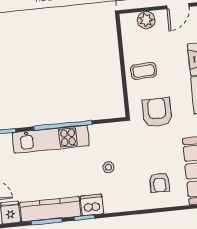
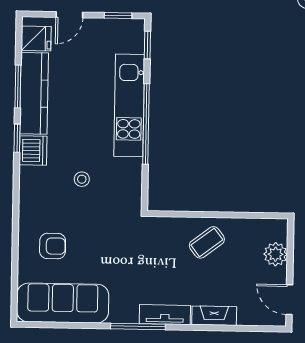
coffee table: (144, 71) -> (207, 242), turned 56
armchair: (157, 112) -> (148, 254), removed
armchair: (160, 183) -> (53, 246), turned 180

